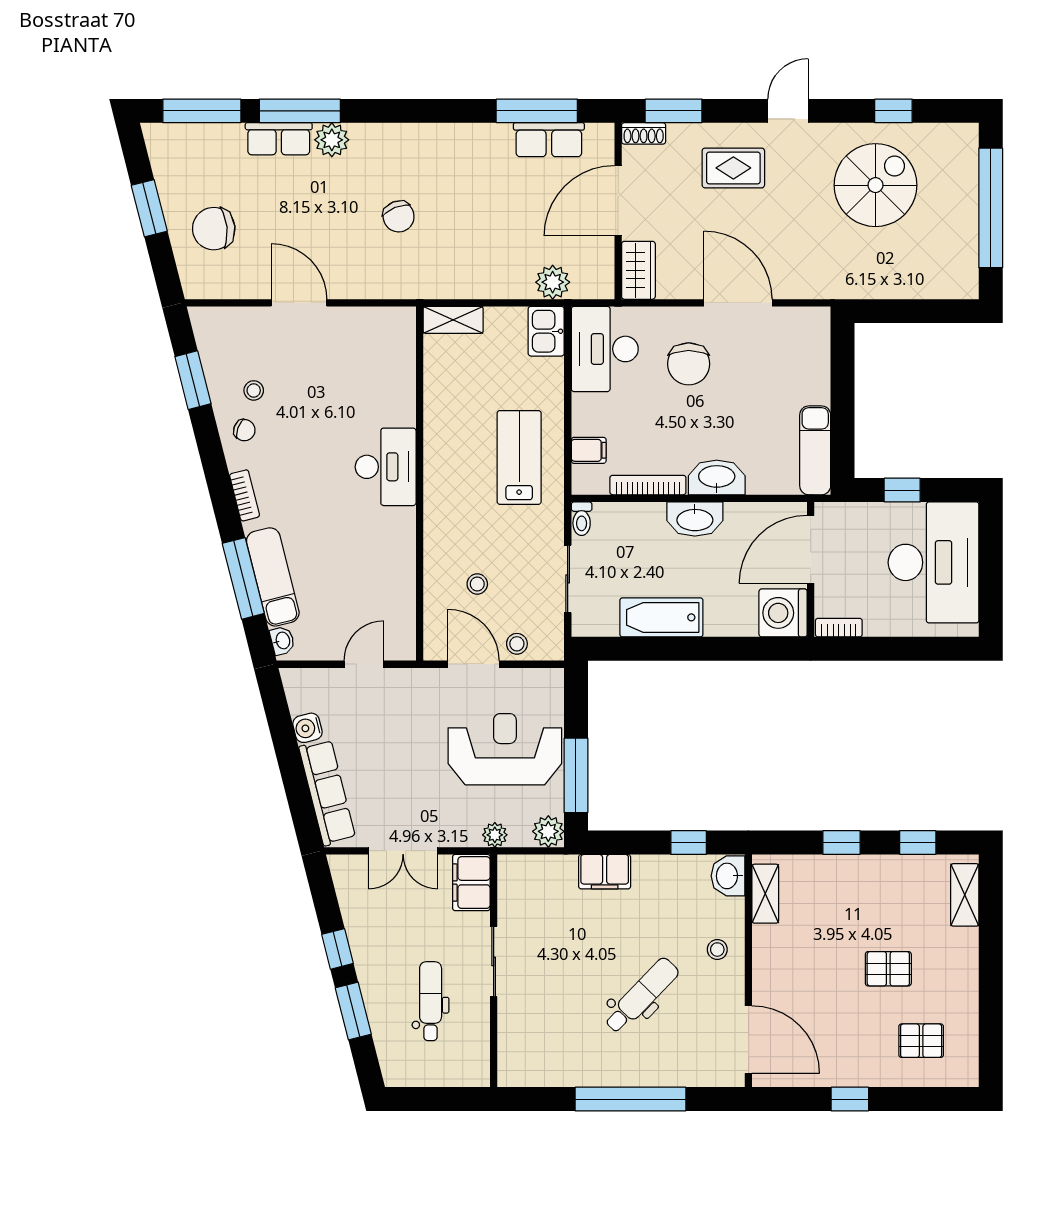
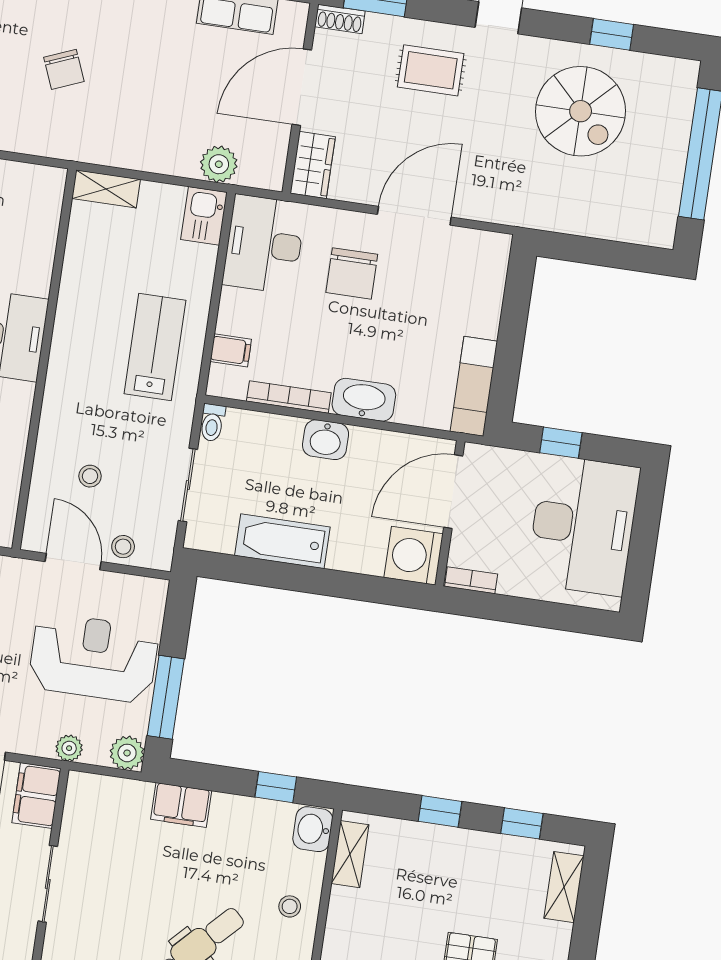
spiral stairs: (875, 185) -> (581, 111), turned 90
door: (738, 303) -> (414, 216), hinge flipped
washbasin: (695, 519) -> (326, 440), width x0.72

